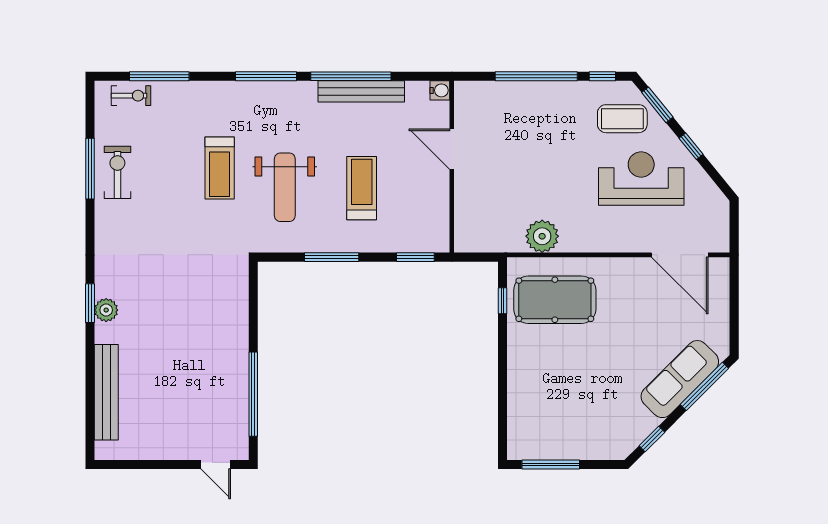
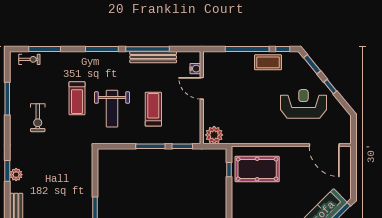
water cooler: (440, 90) -> (195, 69), moved
coffee table: (622, 119) -> (268, 62), moved
exercise bike: (117, 172) -> (38, 118), moved, turned 180
plant: (542, 236) -> (214, 135), moved
window: (332, 257) -> (150, 146), moved

